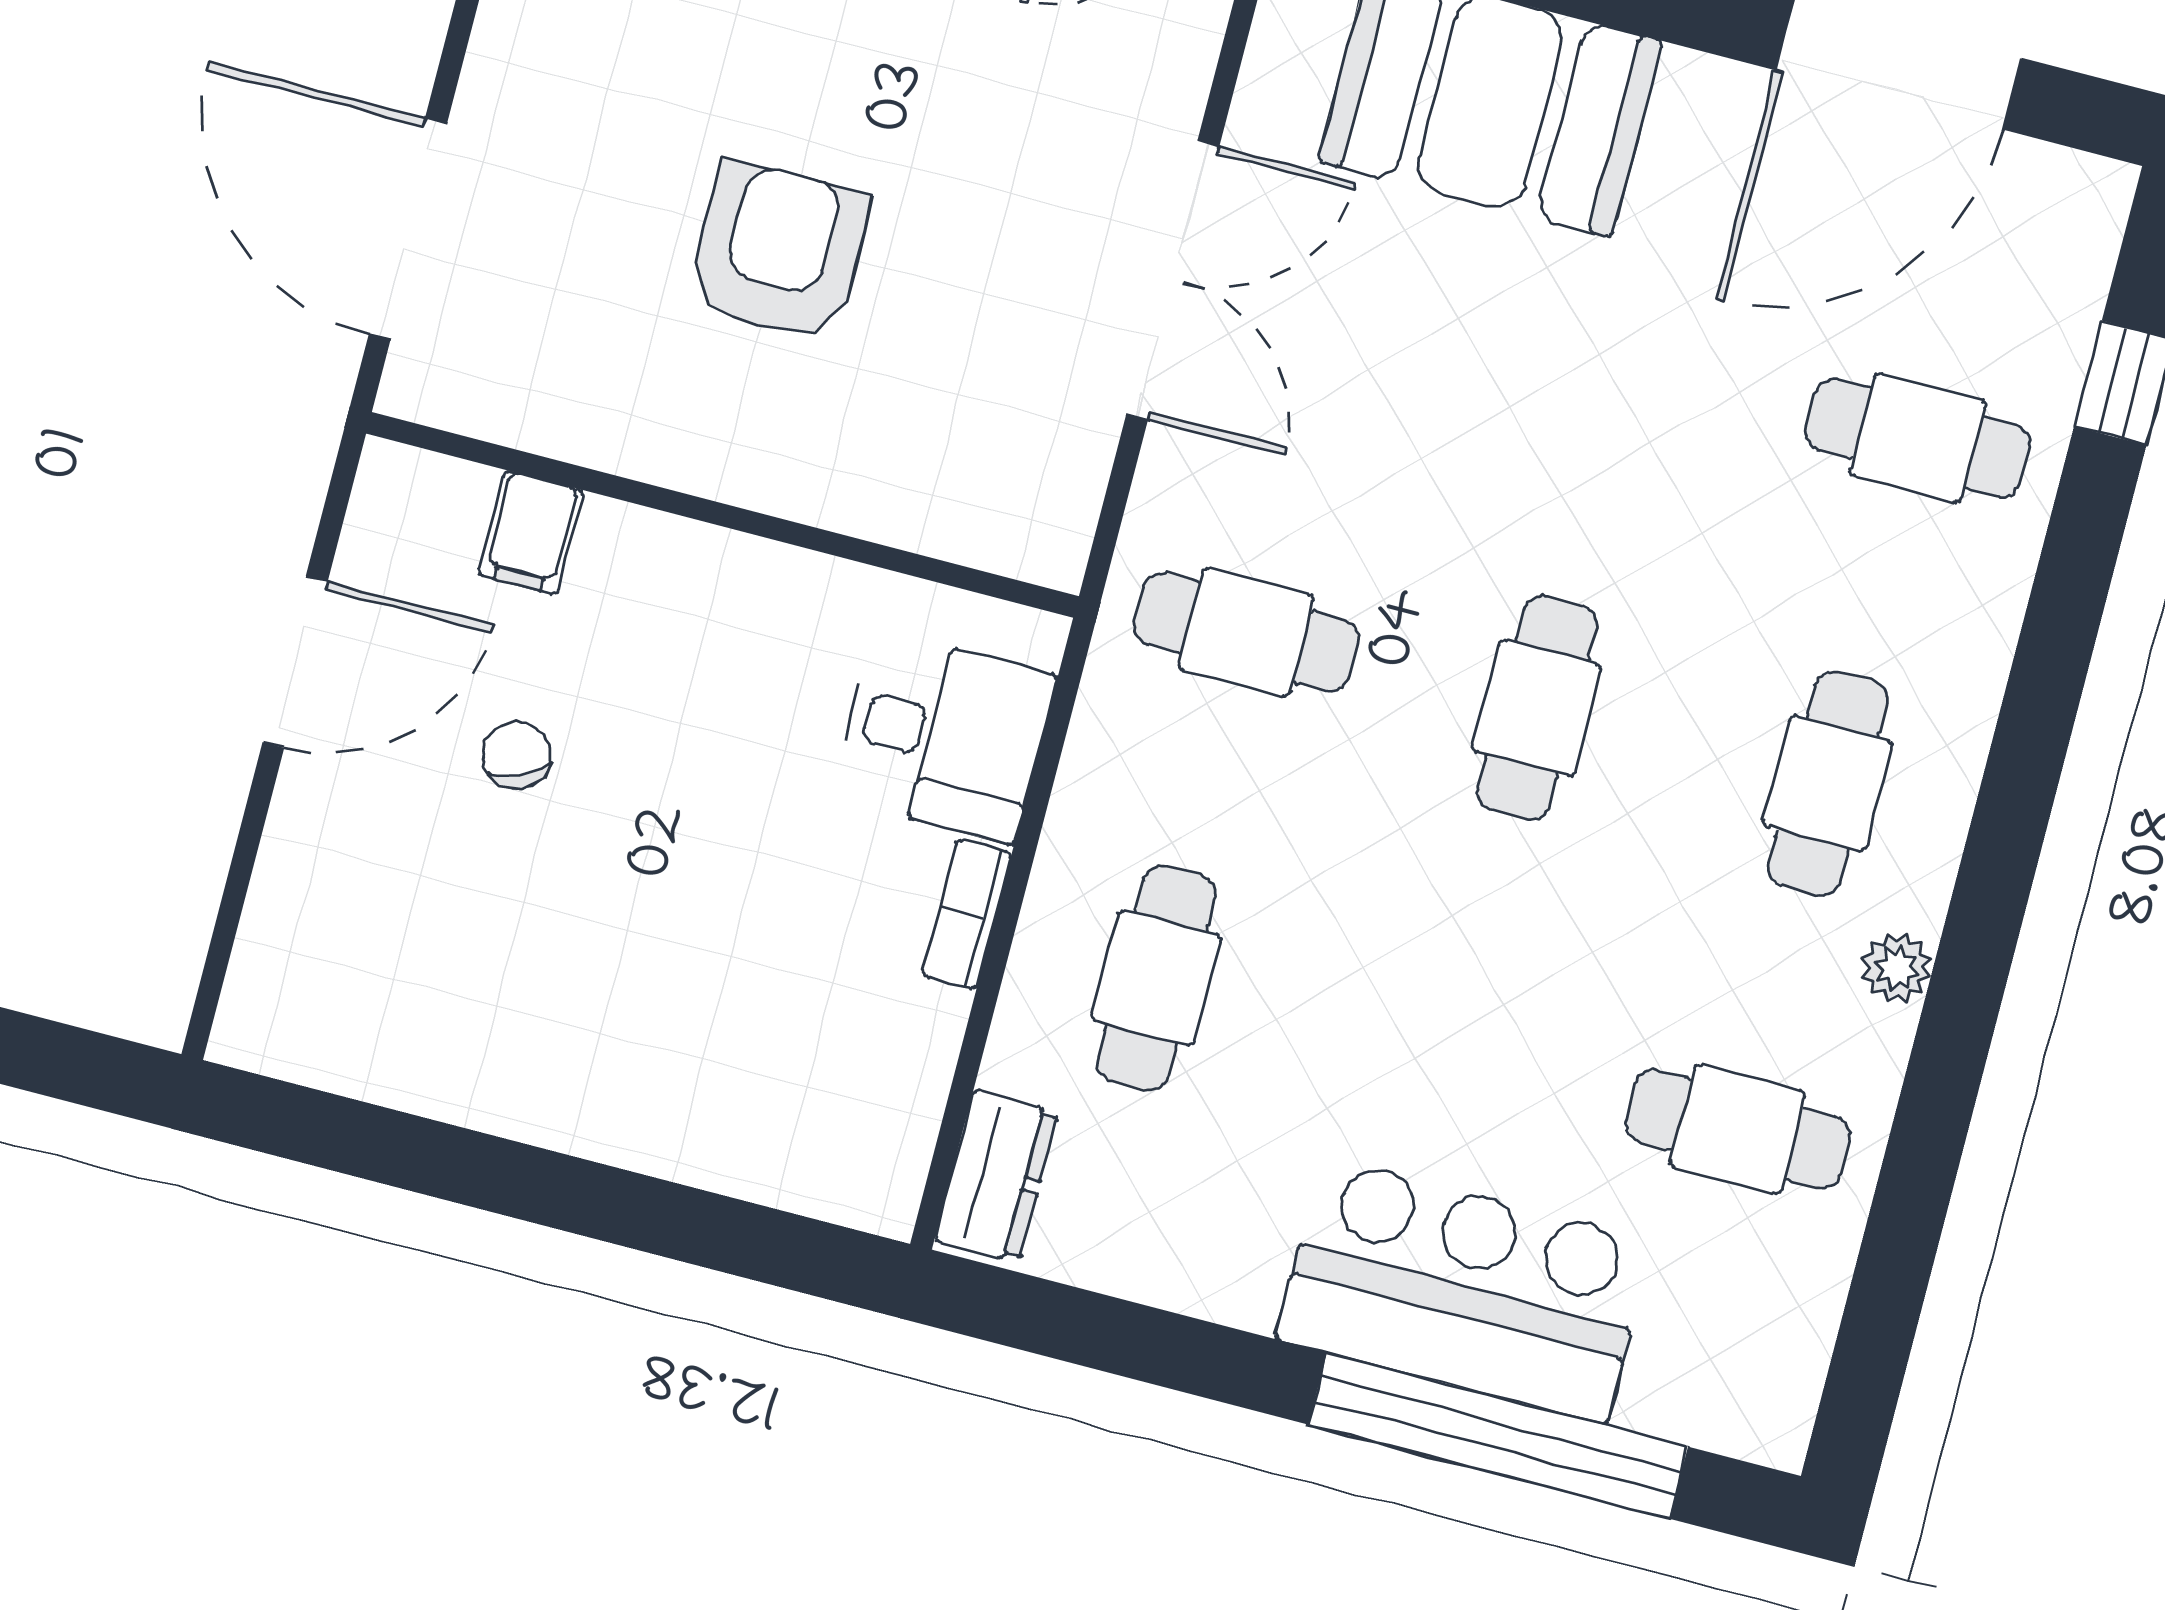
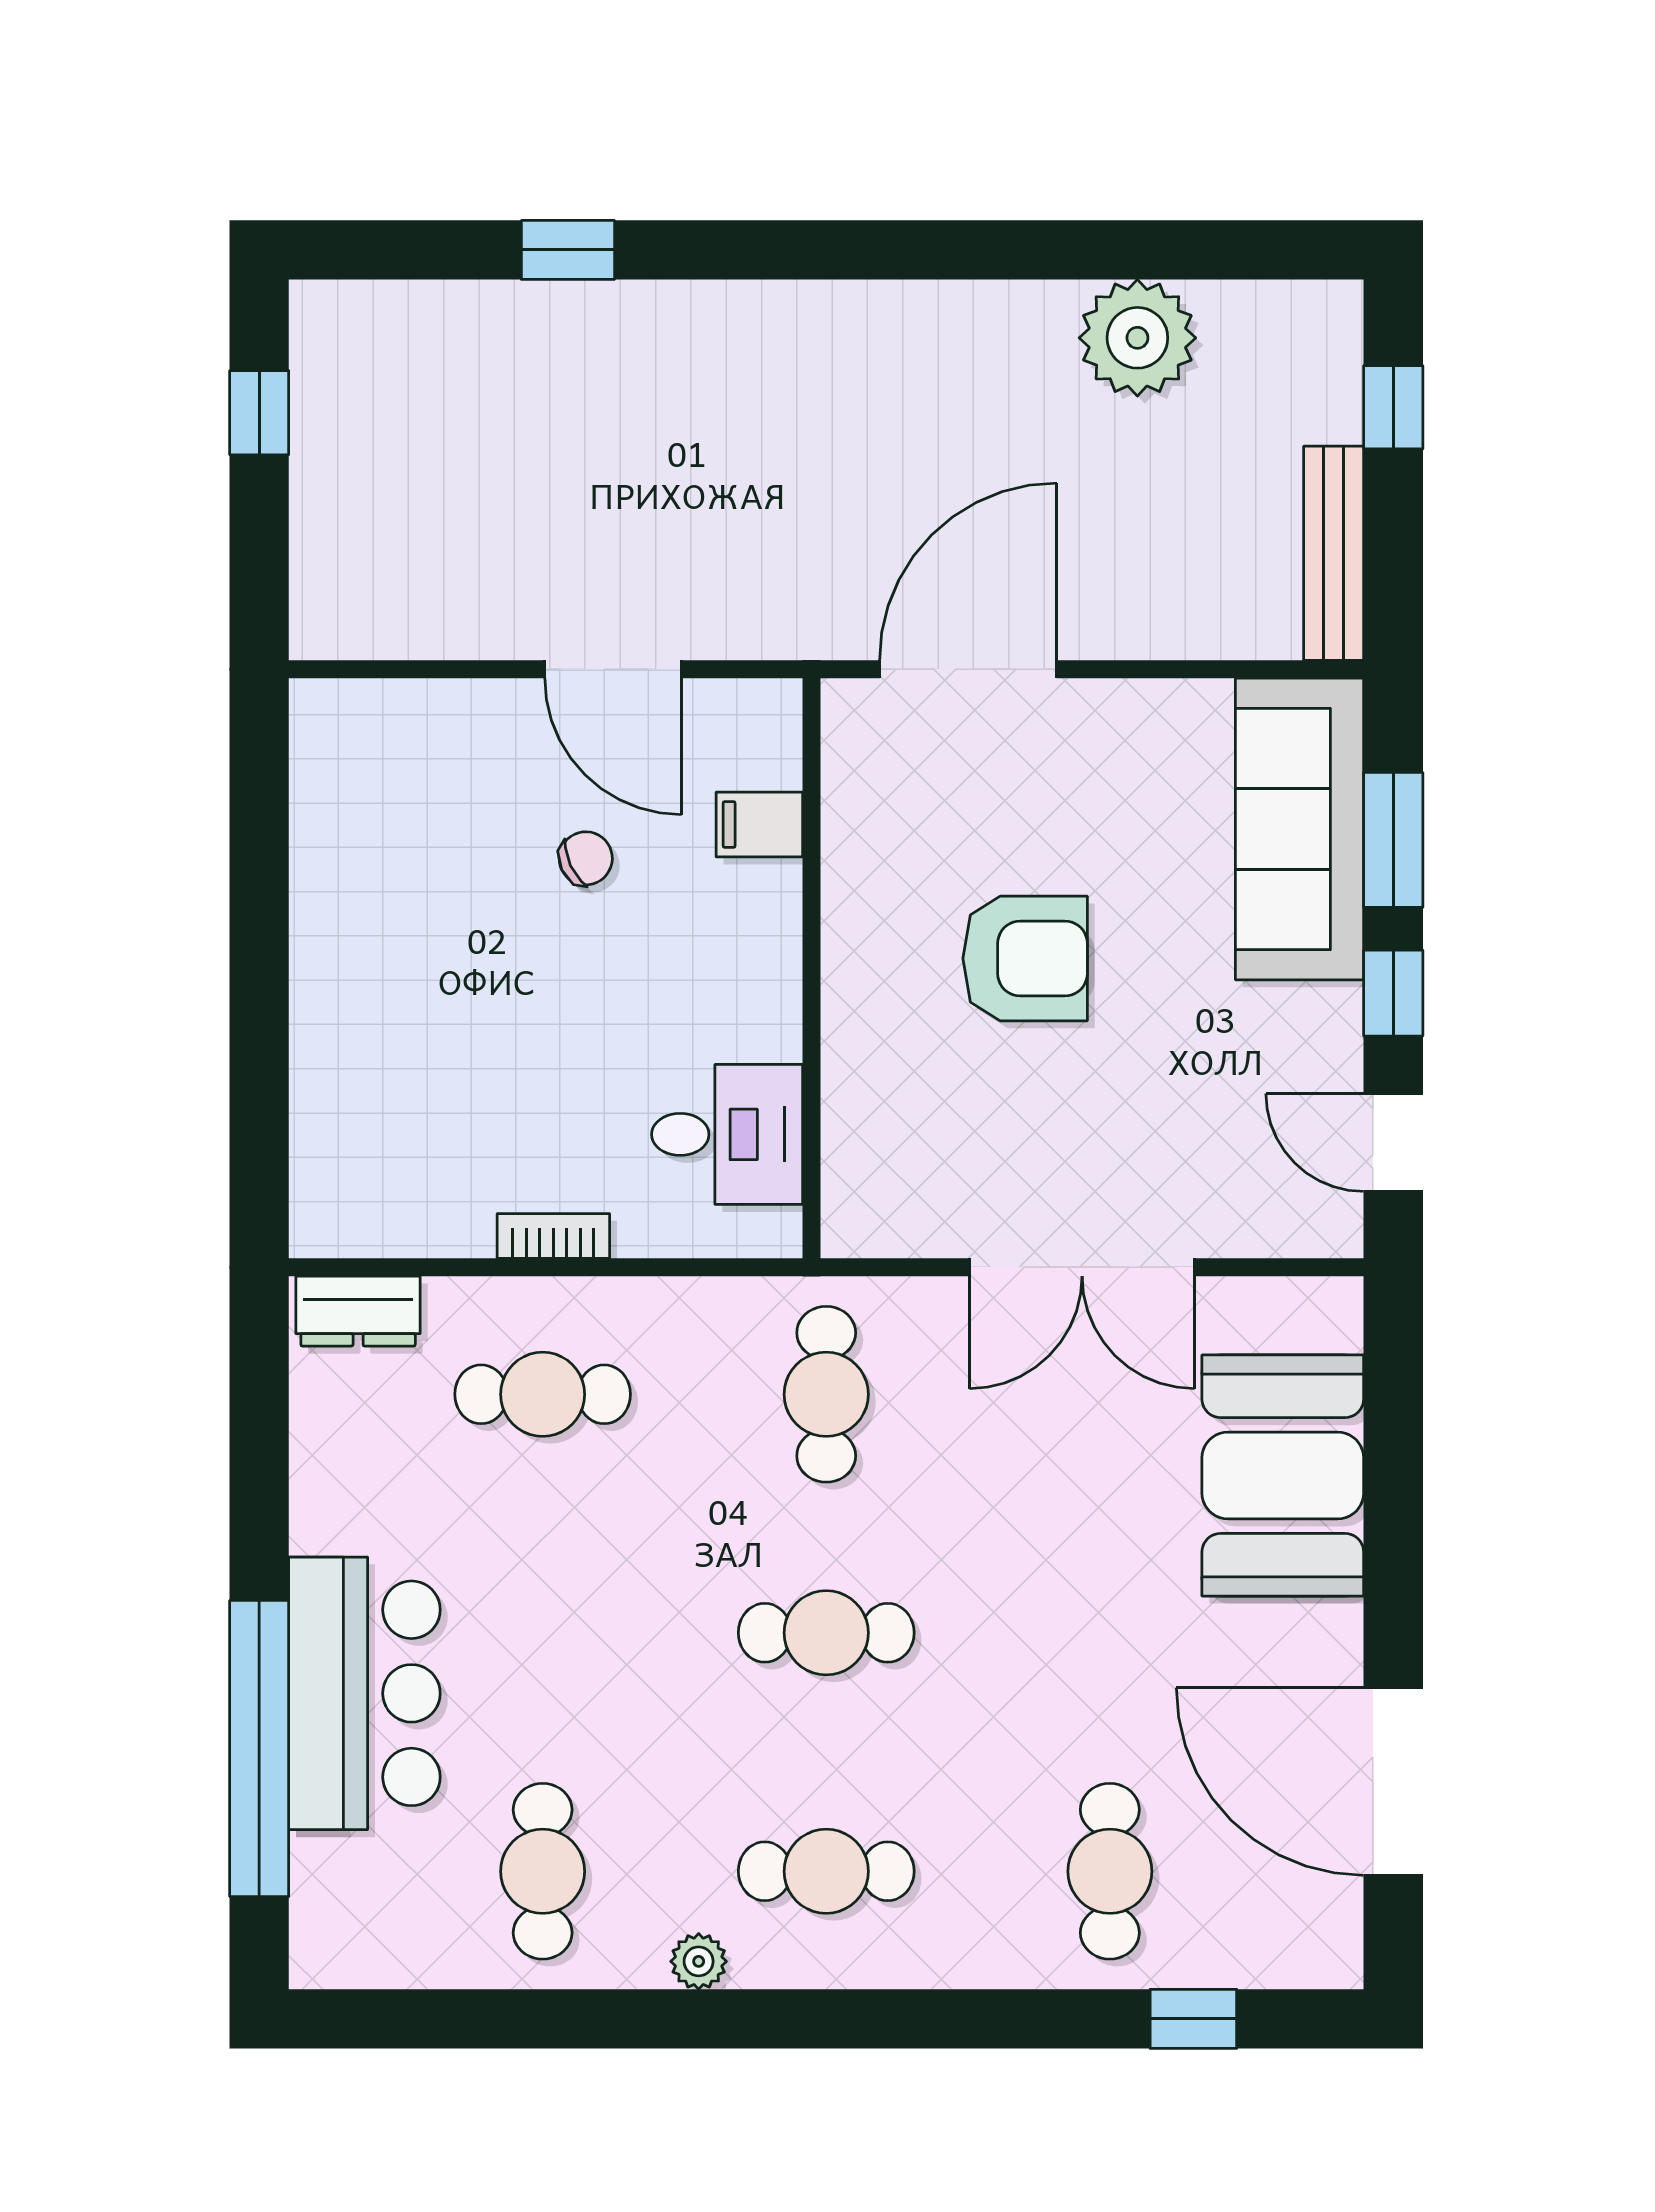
desk: (944, 737) -> (727, 1134), moved, turned -90

